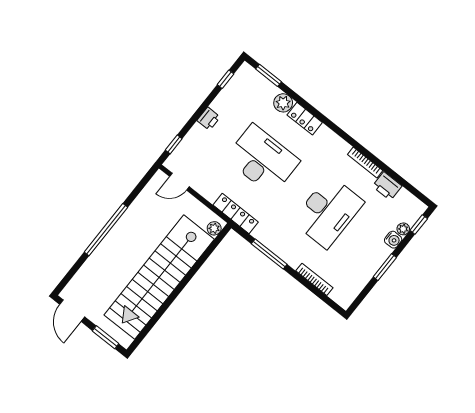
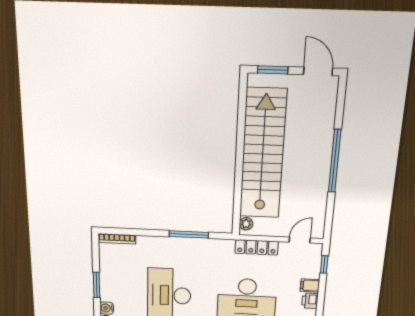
filing cabinet: (199, 133) -> (310, 285), added
locker: (236, 213) -> (257, 247), moved
bookcase: (314, 279) -> (117, 239), moved

